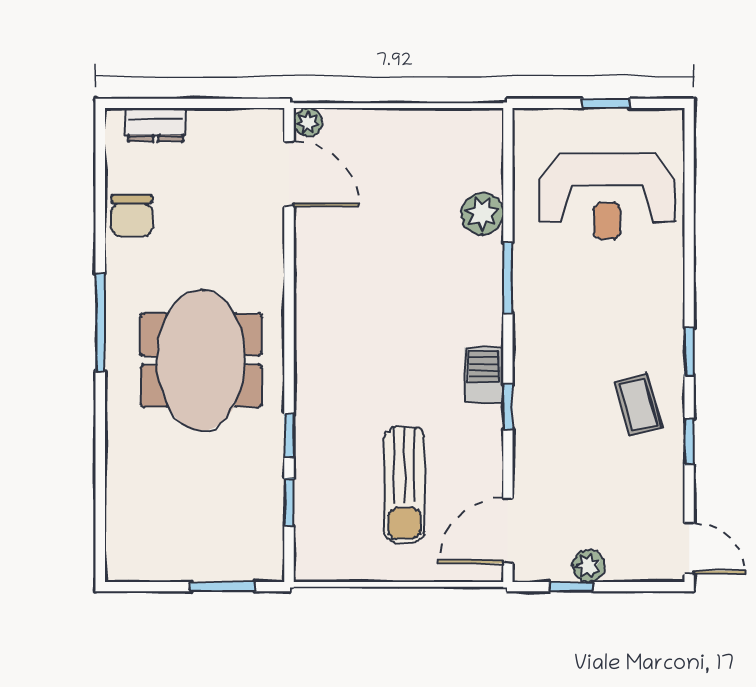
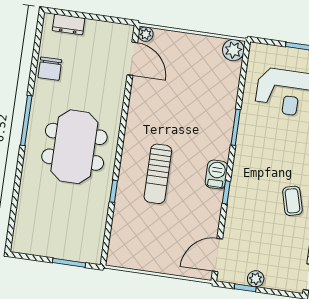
plant: (482, 214) -> (233, 50), moved
sun lounger: (405, 485) -> (158, 174), moved
window: (289, 502) -> (109, 225), removed

